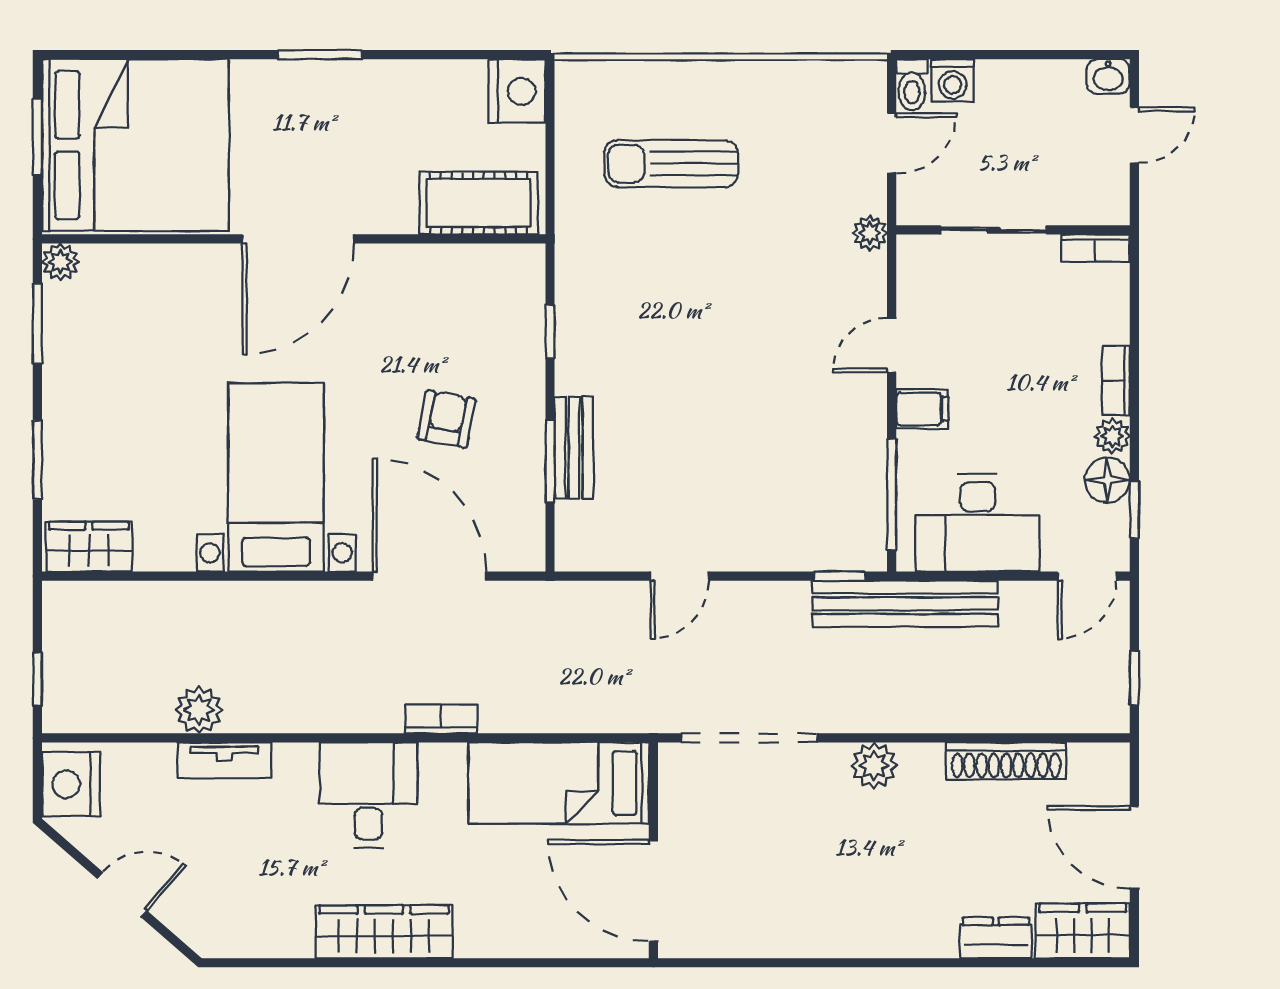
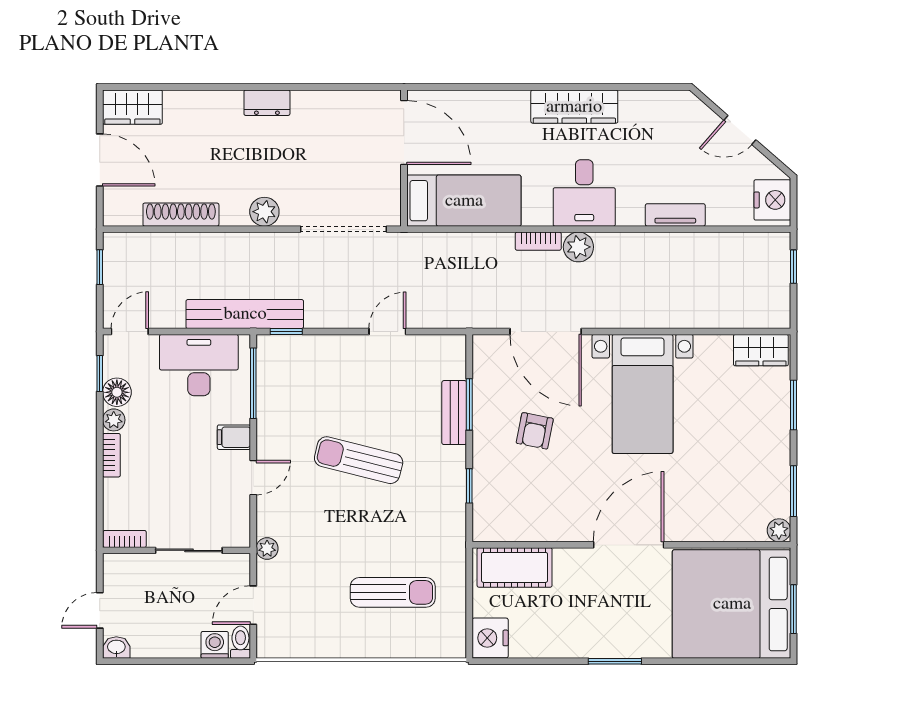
sun lounger: (725, 373) -> (359, 460), added
plant: (199, 710) -> (578, 247), moved
dresser: (996, 938) -> (267, 103), moved

